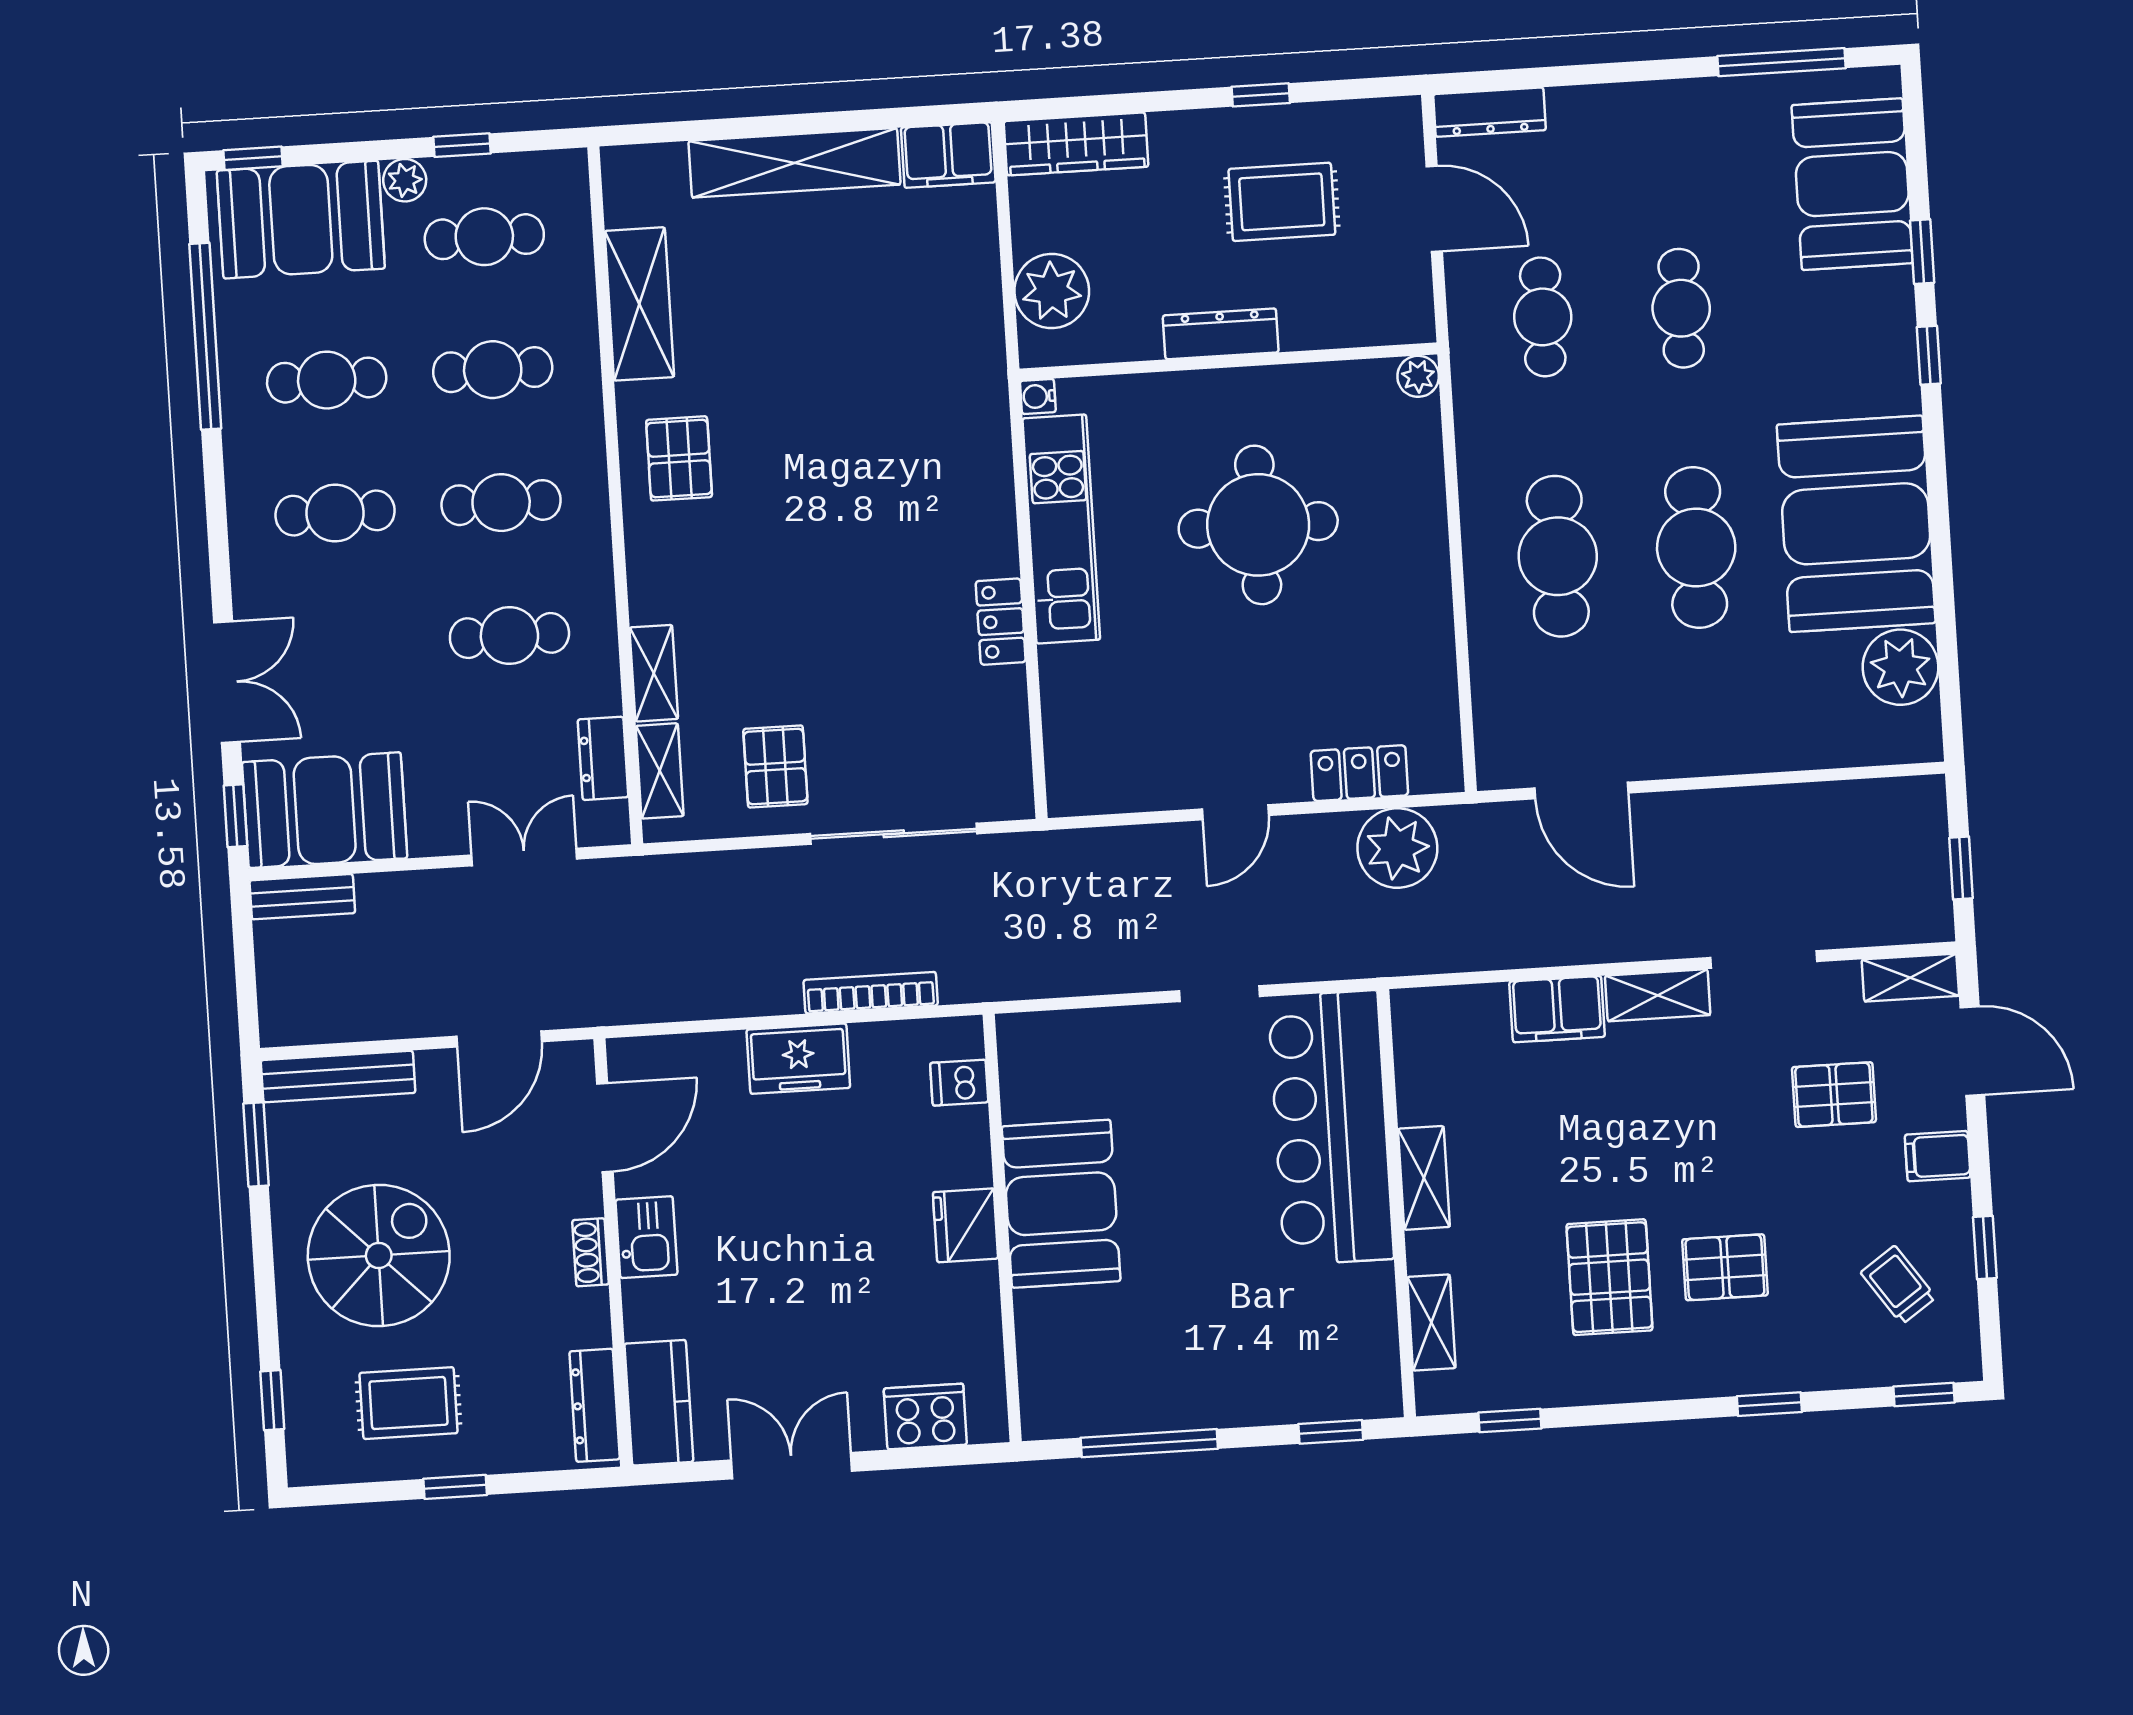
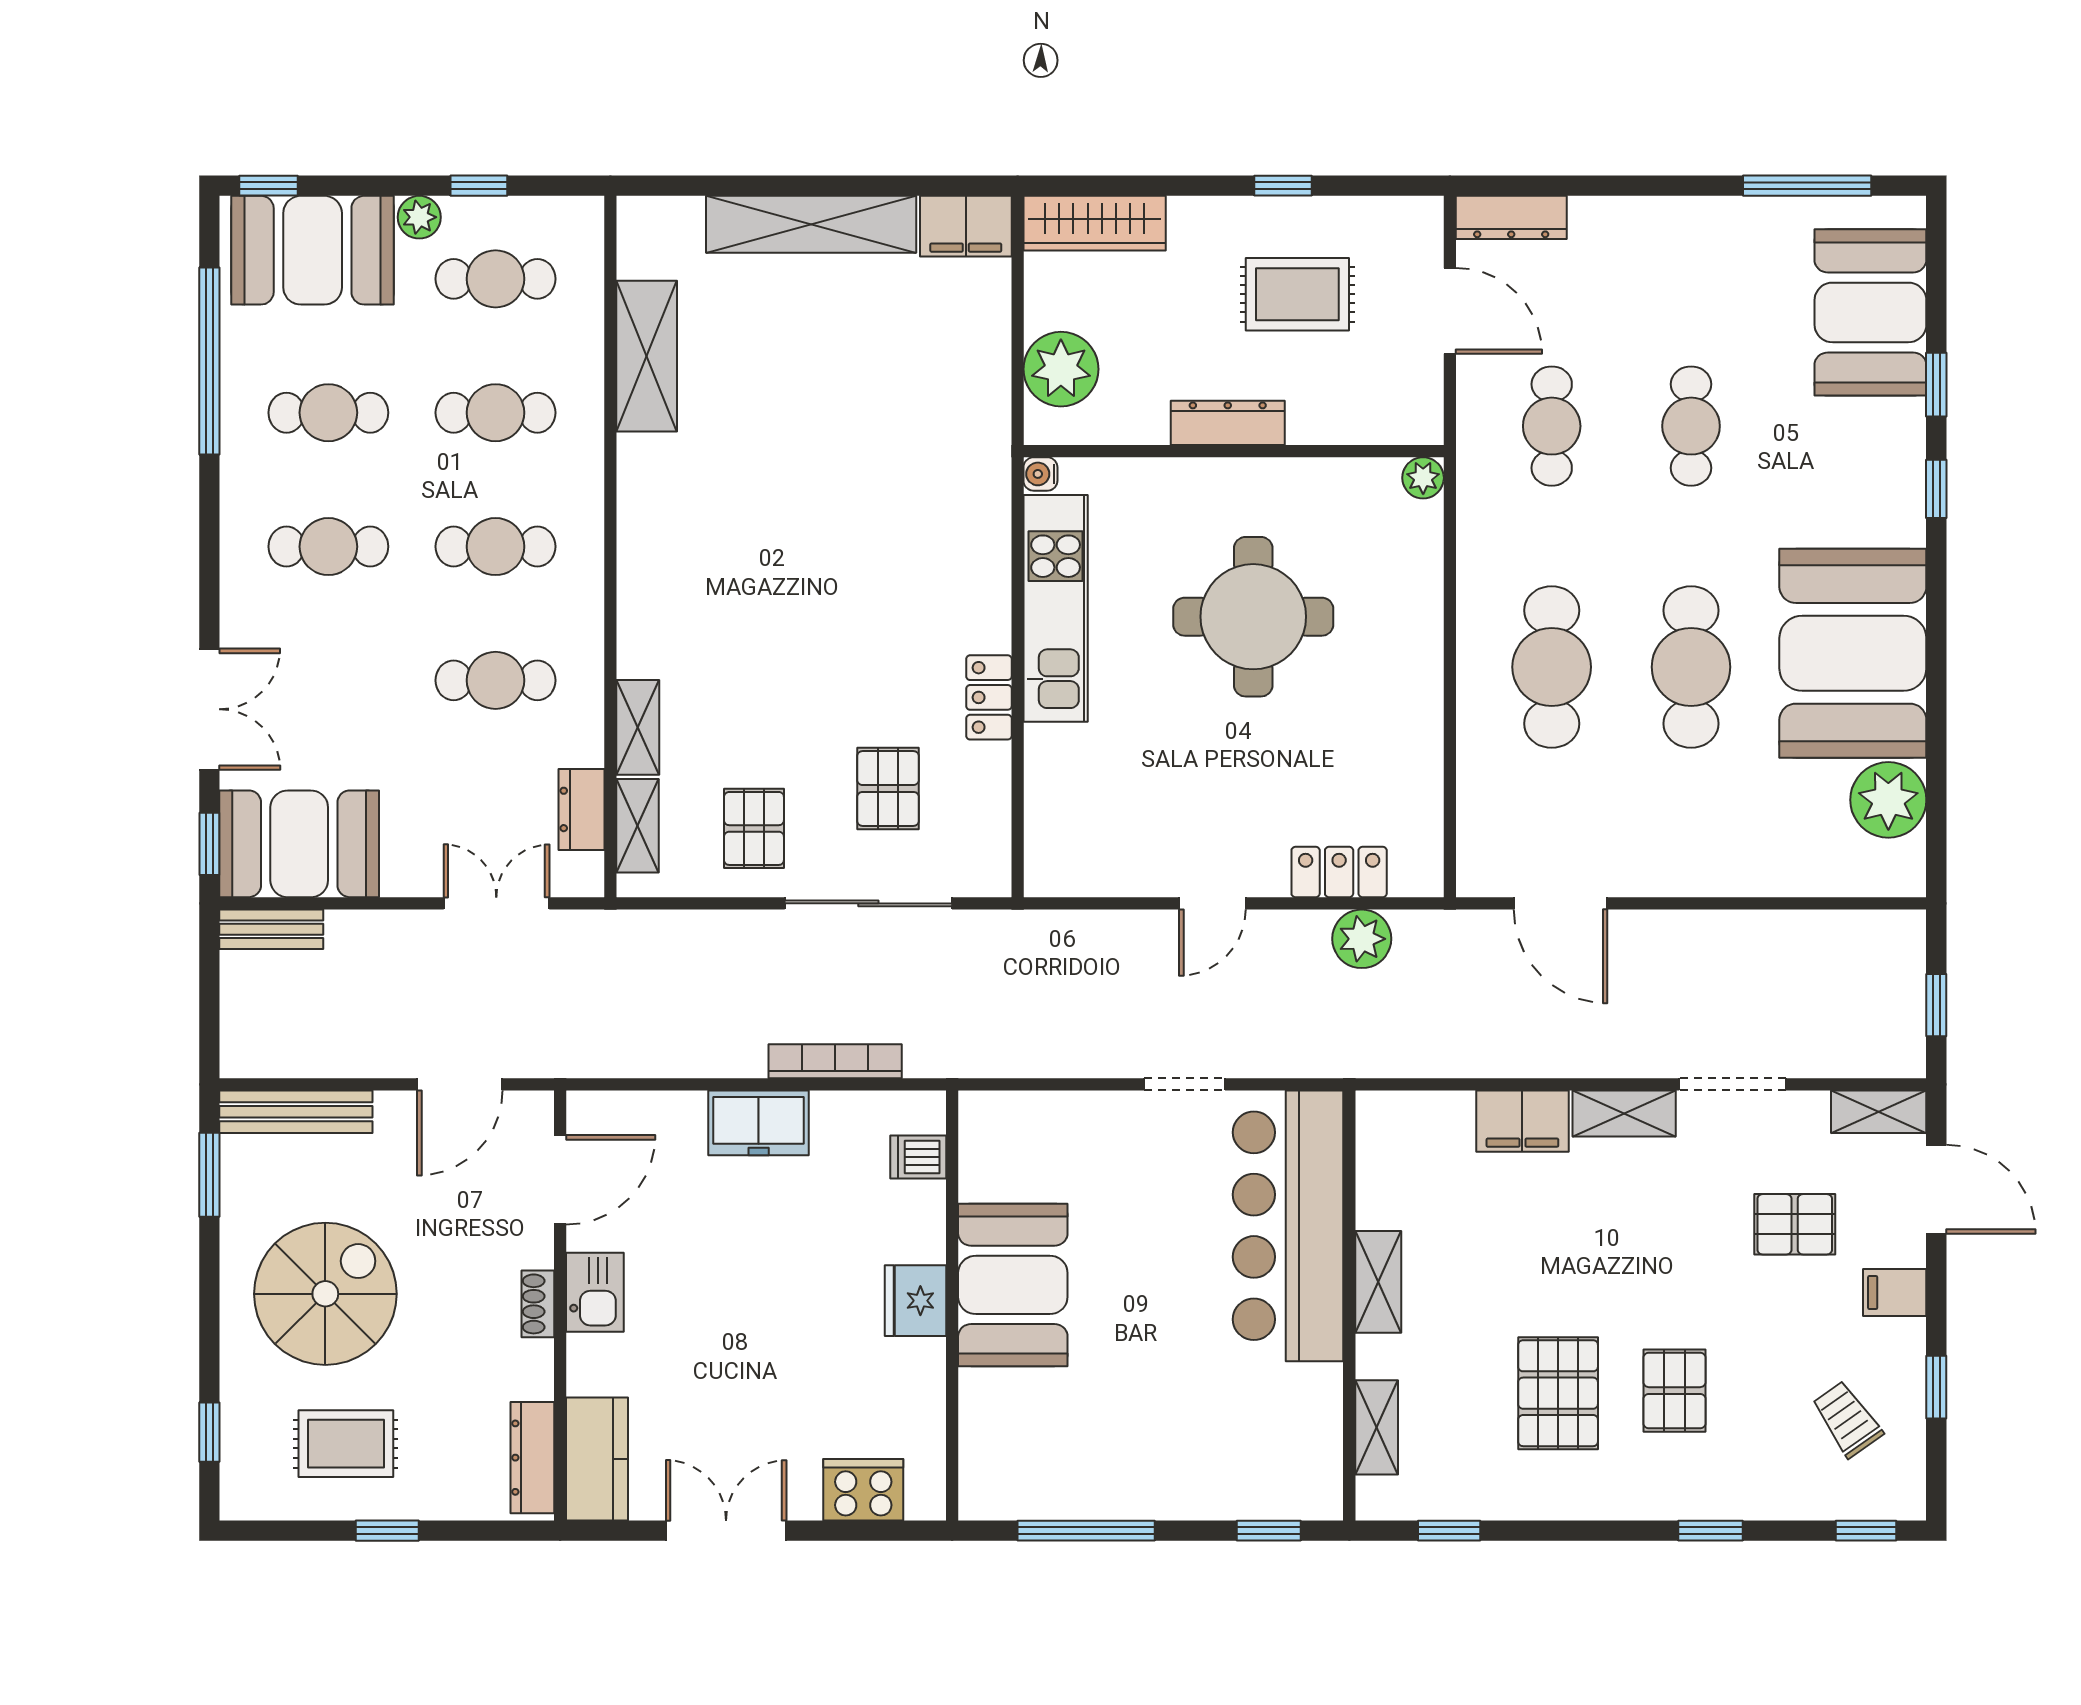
pallet: (679, 458) -> (888, 788), moved
plant: (1397, 848) -> (1362, 939), width x0.73, depth x0.73
pallet: (1725, 1267) -> (1674, 1391), turned 90

